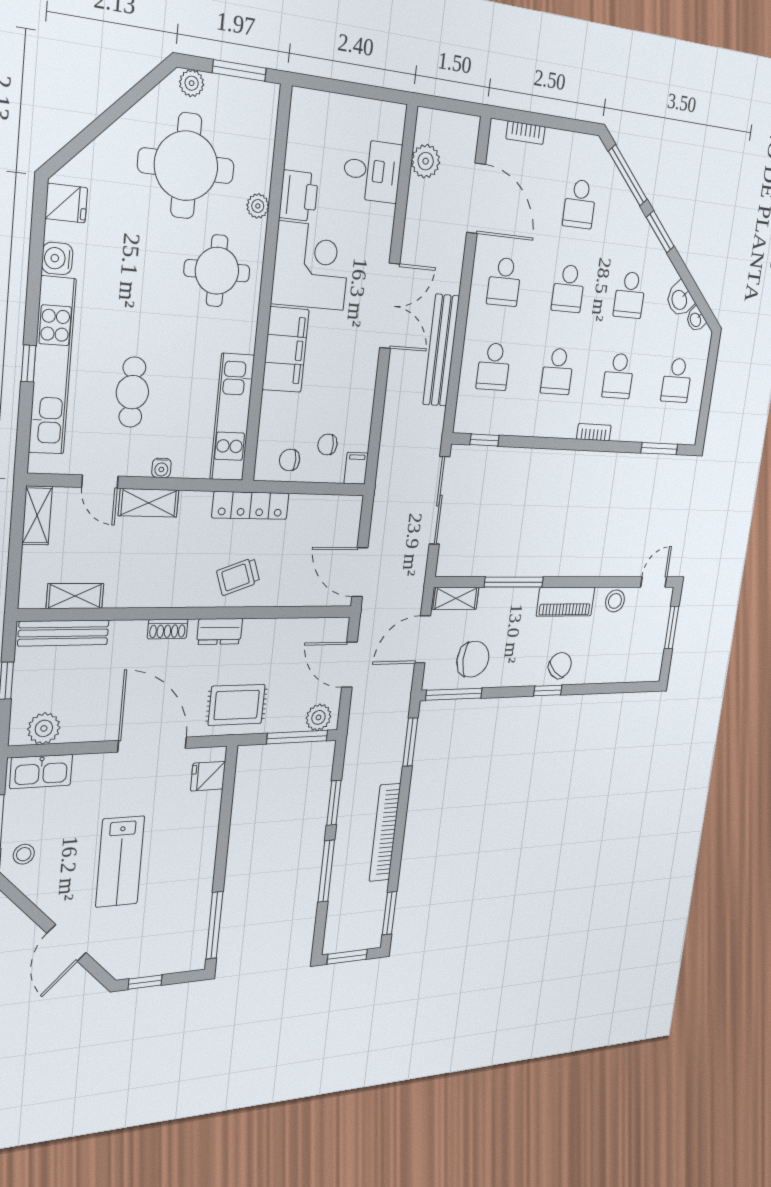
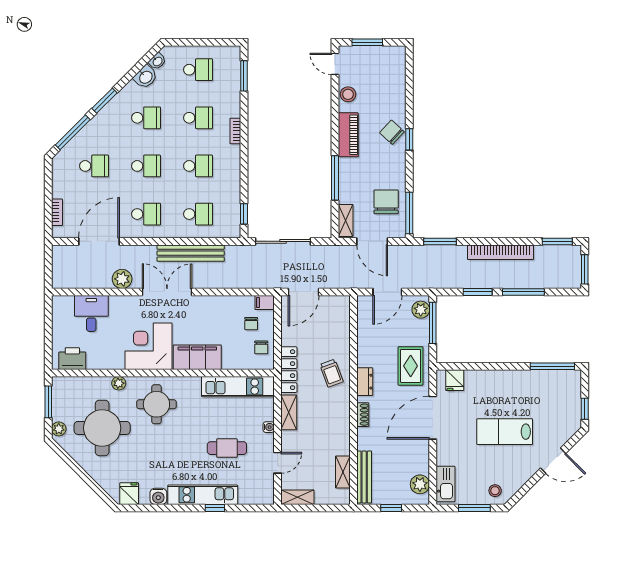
plant: (426, 161) -> (122, 279), moved
printer: (299, 196) -> (72, 359), moved
kitchen unit: (52, 366) -> (203, 495), width x0.73
shelving: (149, 503) -> (289, 412), moved
door: (360, 572) -> (304, 292), moved
lab bench: (120, 862) -> (505, 432), turned 180

